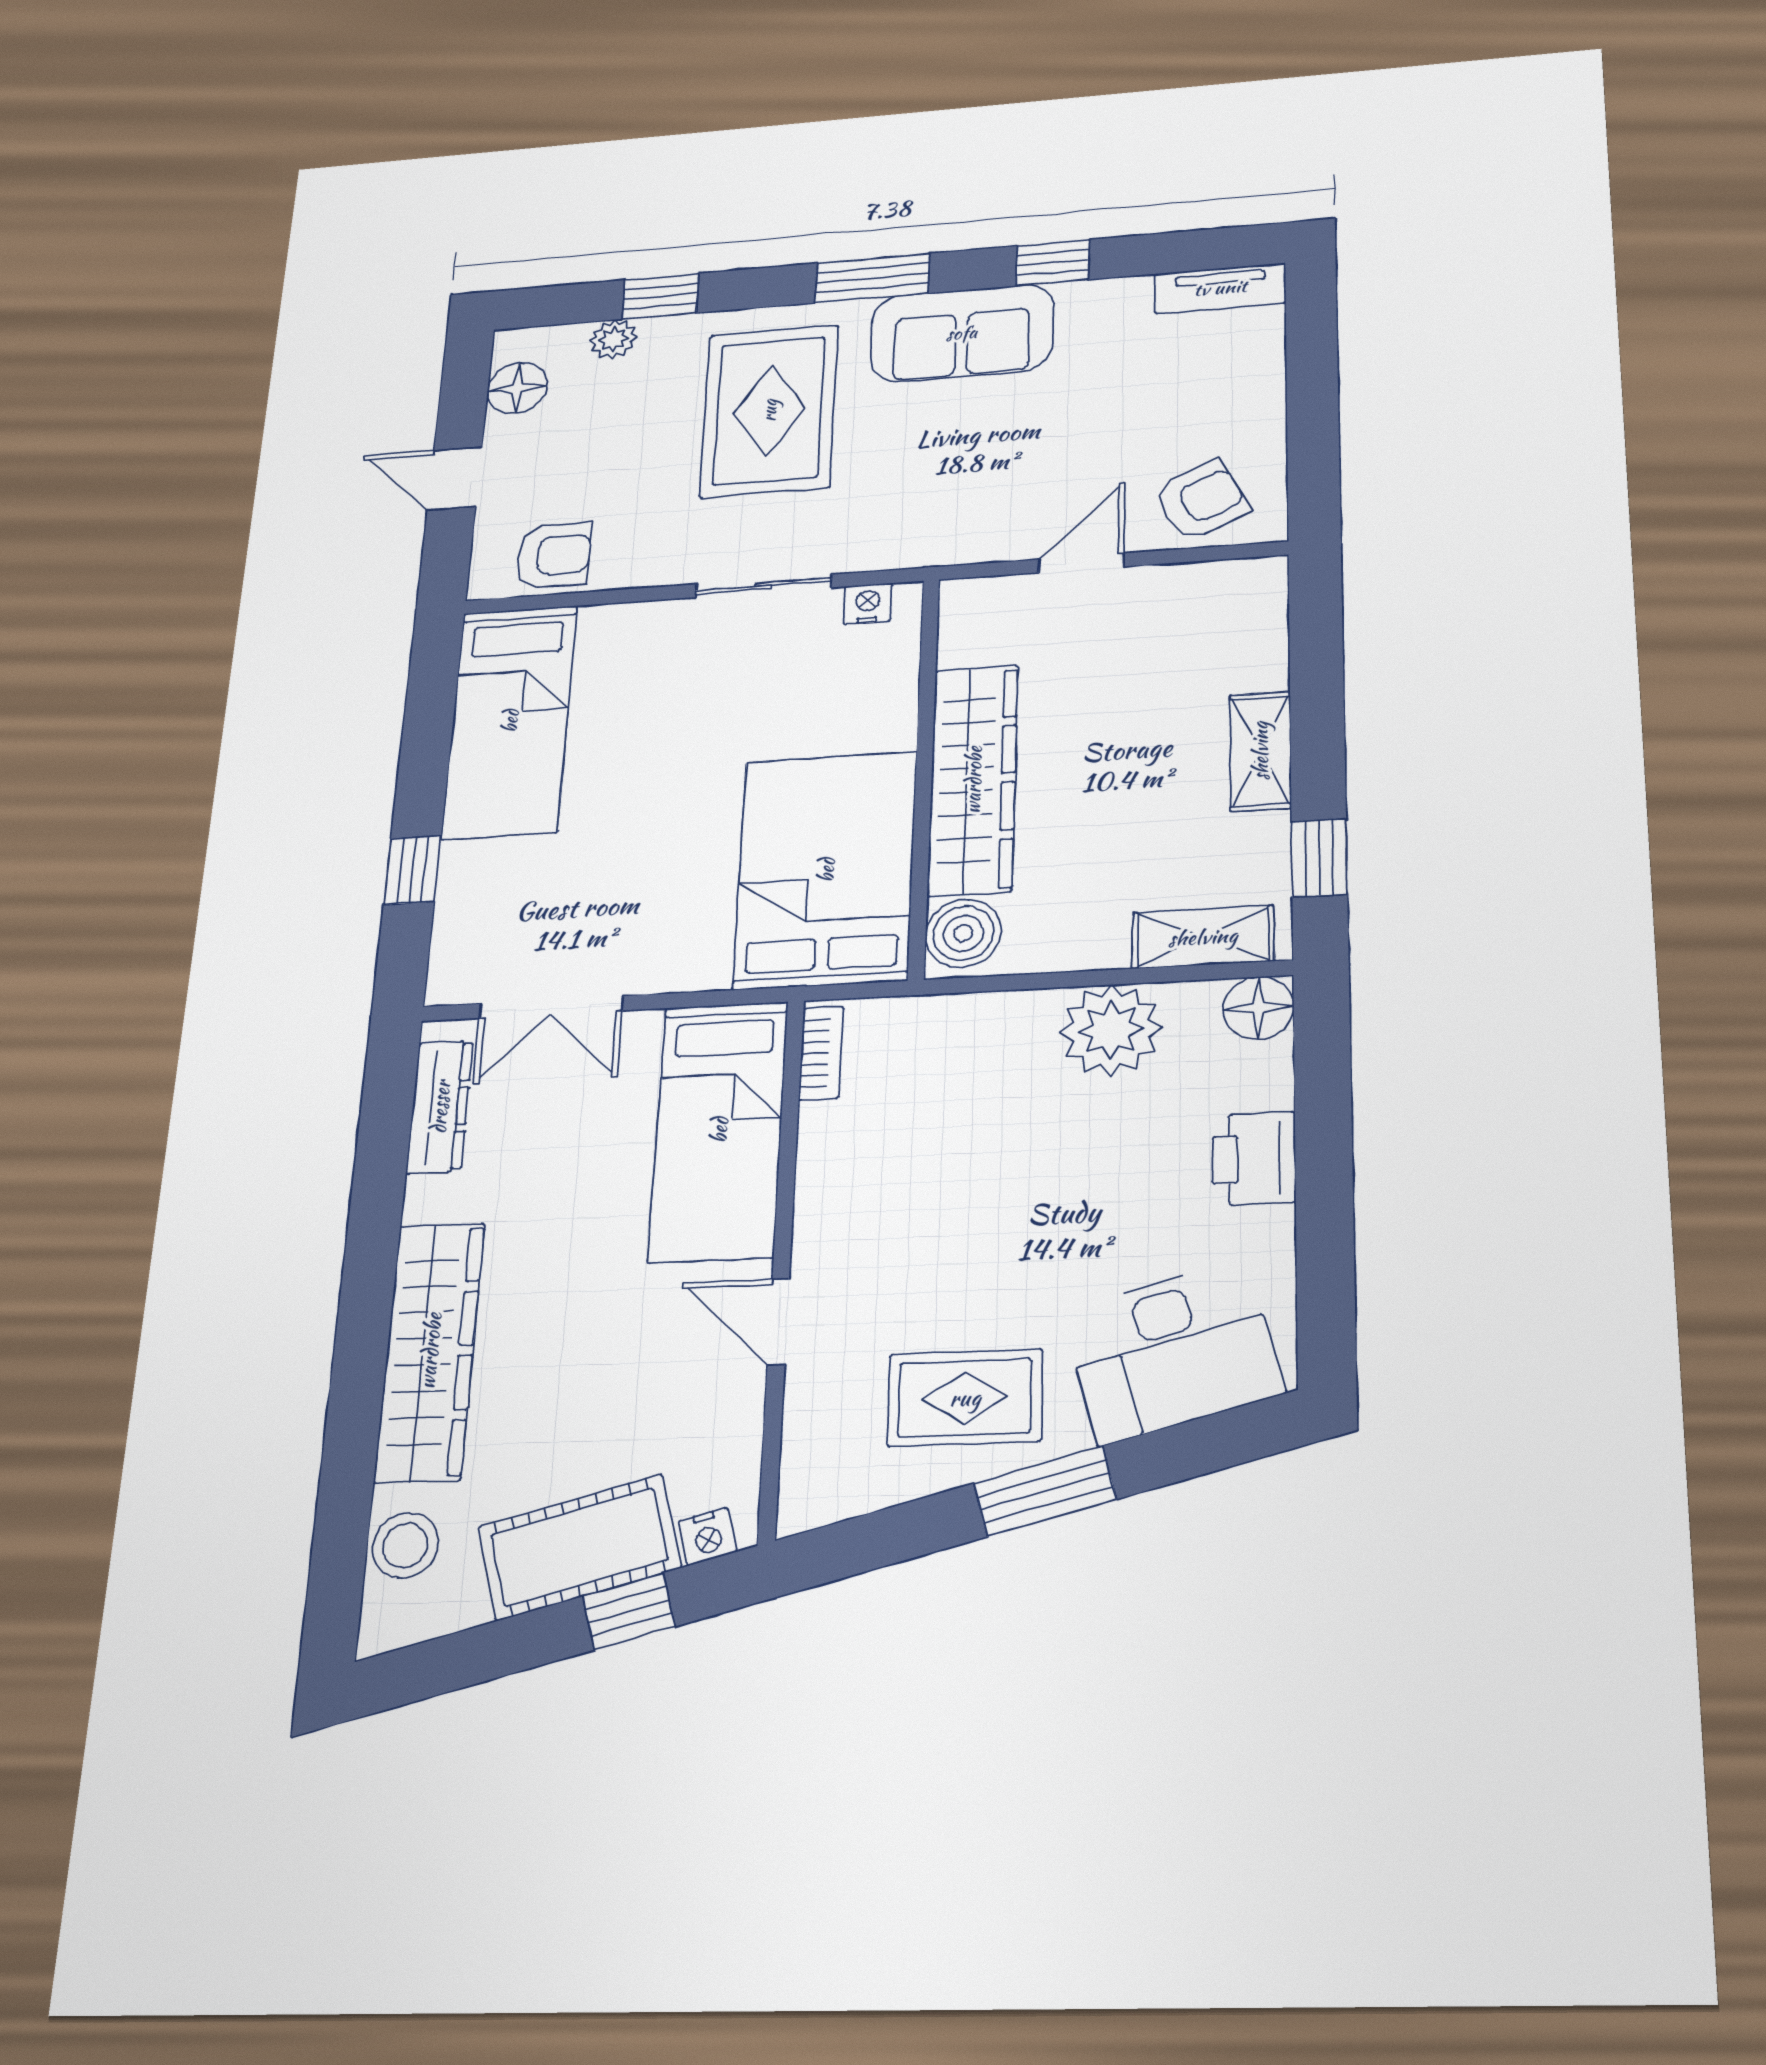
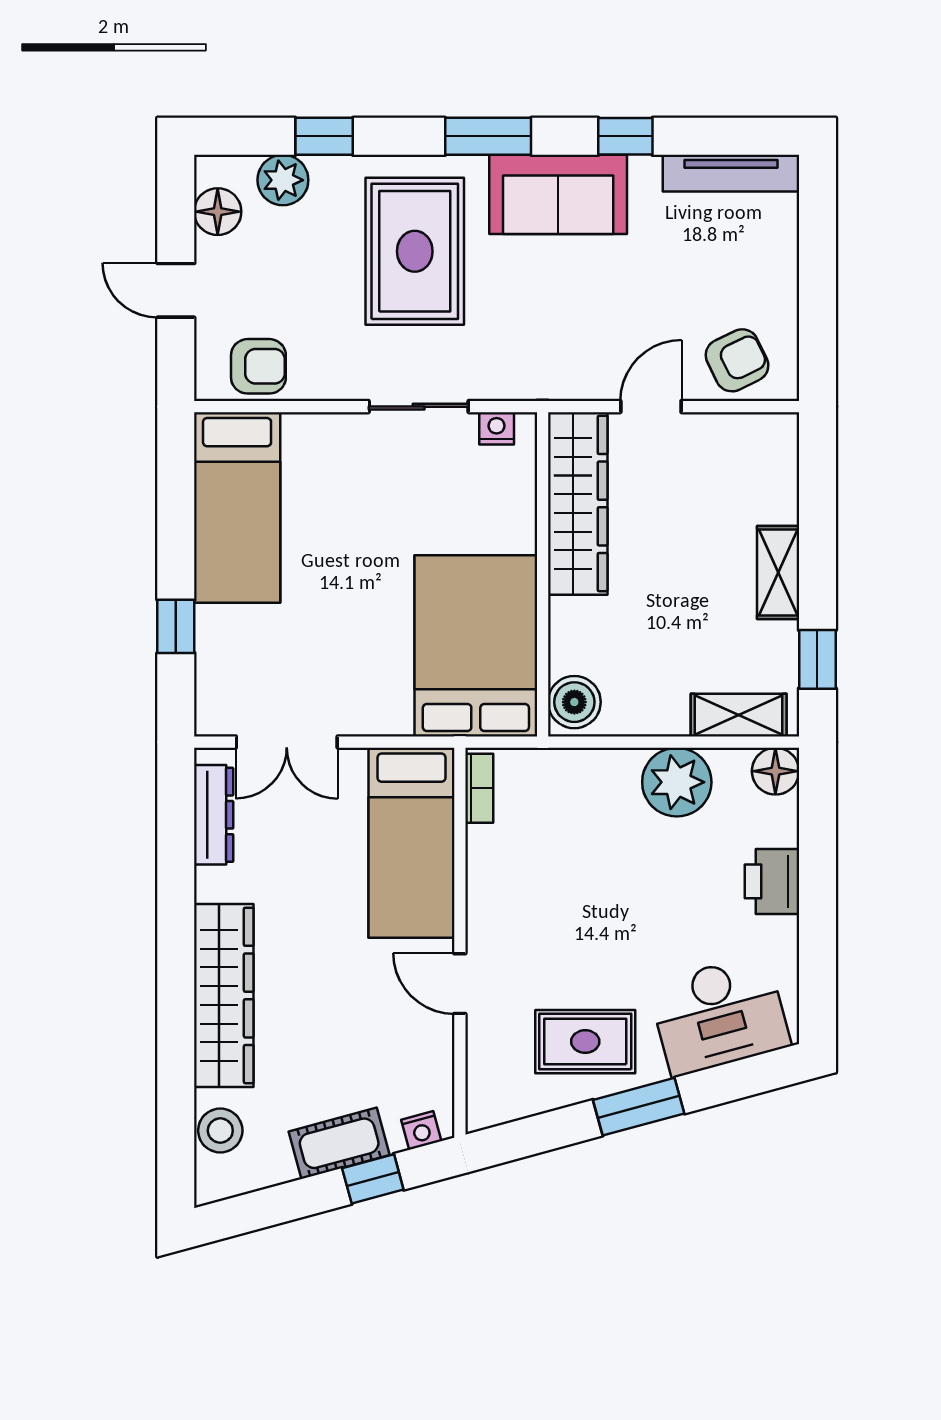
tv unit: (1220, 288) -> (731, 173), width x1.41
plant: (613, 339) -> (283, 180), width x1.38, depth x1.38
wardrobe: (973, 780) -> (578, 504), moved
cot: (579, 1547) -> (339, 1143), width x0.73, depth x0.75

